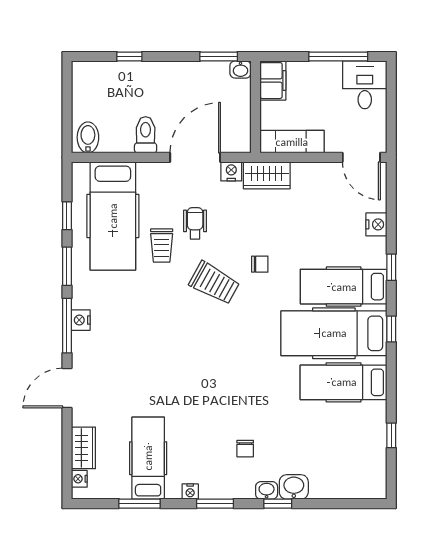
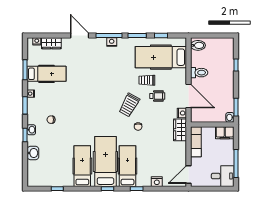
washbasin: (294, 487) -> (33, 153), moved

